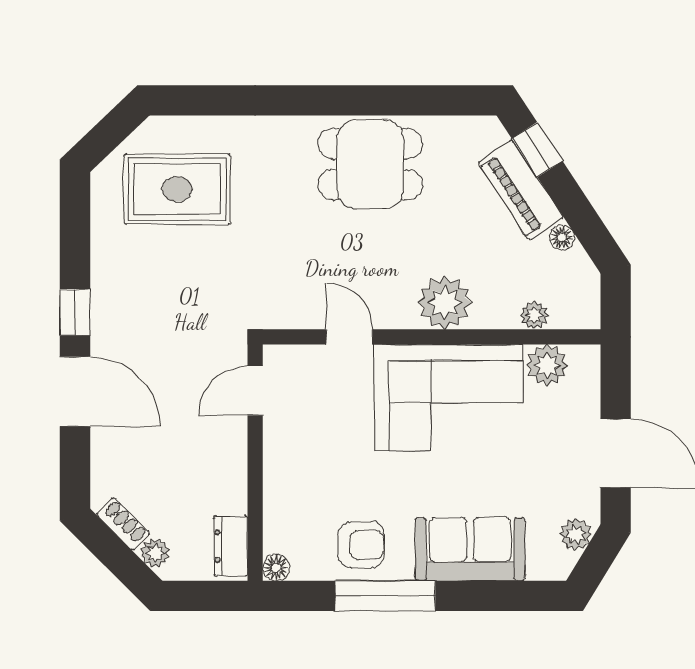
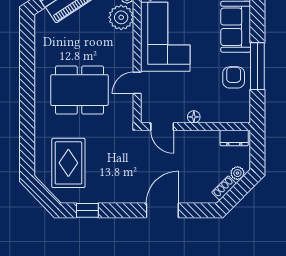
dining table: (370, 164) -> (79, 90), moved, width x1.38
plant: (445, 303) -> (121, 17), moved
window: (75, 312) -> (87, 210), moved
floor lamp: (276, 568) -> (194, 117), moved

